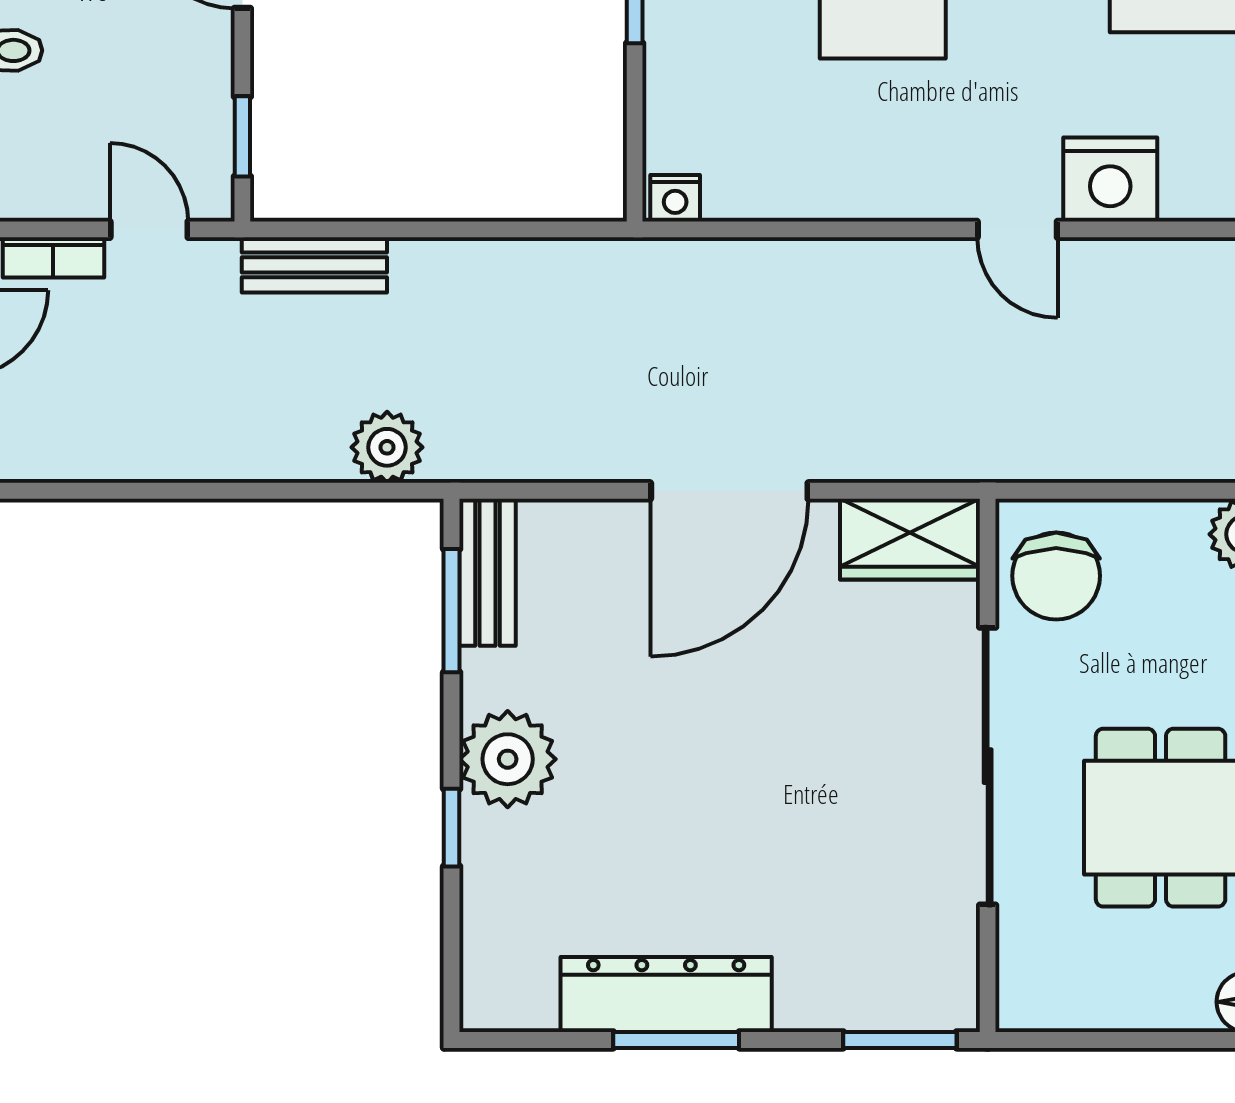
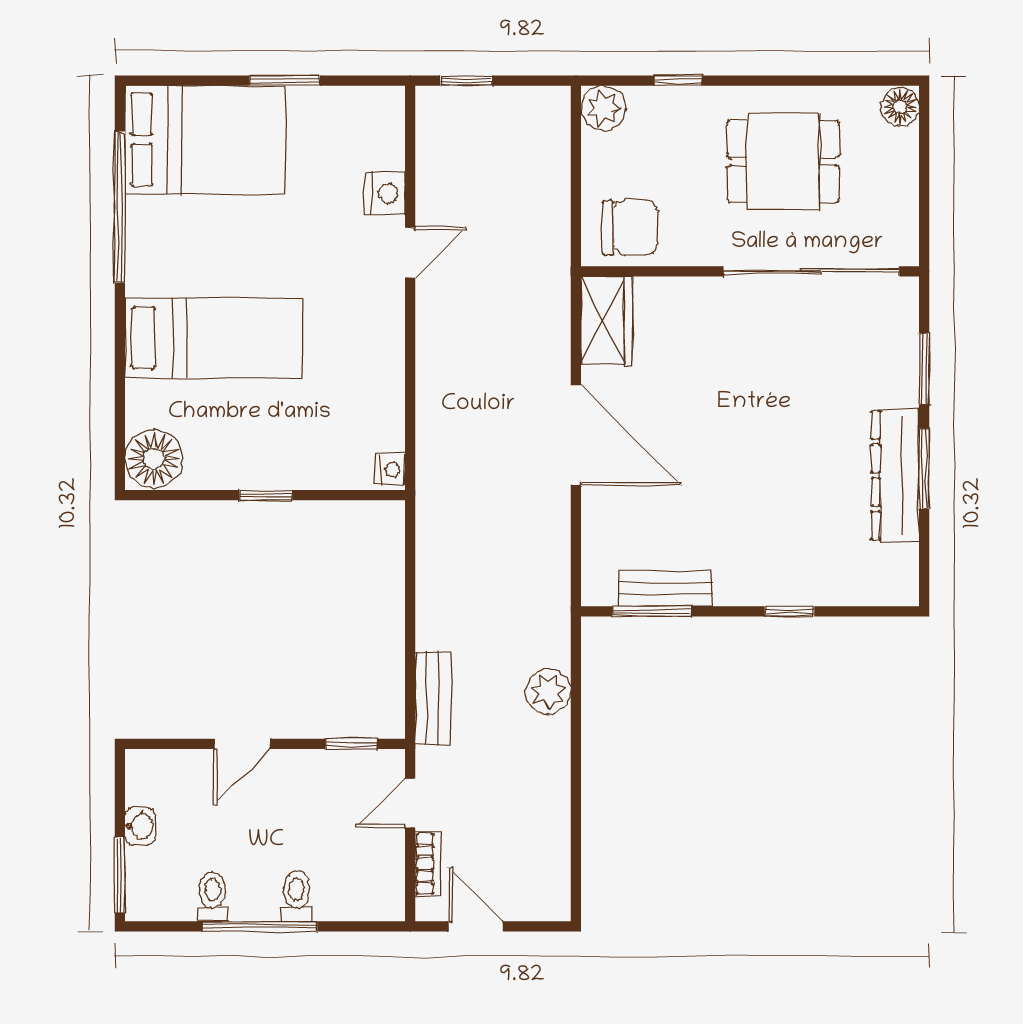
nightstand: (1110, 179) -> (385, 194), width x0.74, depth x0.75
plant: (387, 447) -> (548, 692), moved
bench: (488, 572) -> (666, 588), moved
plant: (508, 759) -> (746, 576), removed
sliding door: (988, 766) -> (811, 271), moved
window: (900, 1040) -> (924, 369), moved

